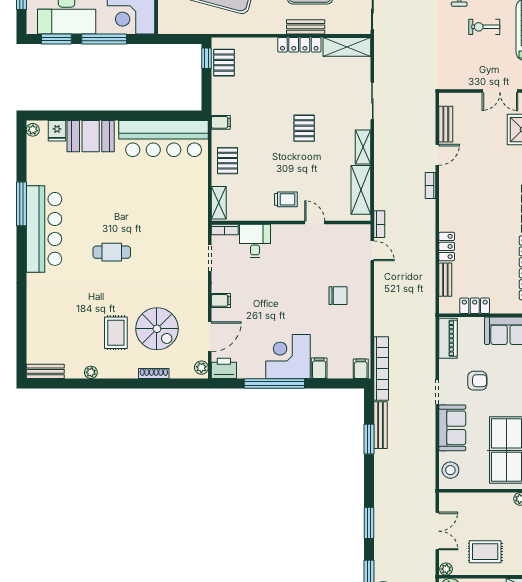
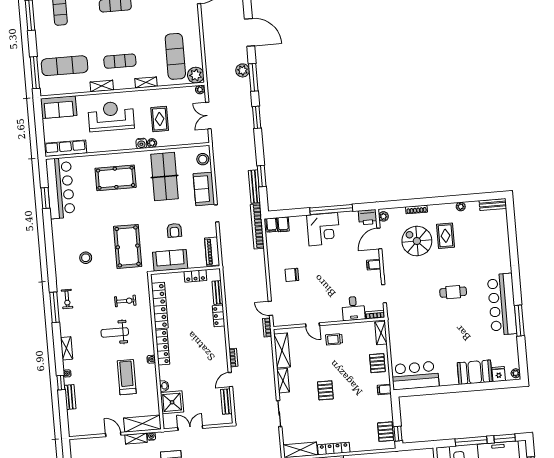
bar counter: (164, 138) -> (415, 376), width x0.73
filing cabinet: (319, 368) -> (283, 224), moved
armchair: (477, 381) -> (174, 230), moved, turned -90
rug: (485, 552) -> (160, 119), moved, turned 90

